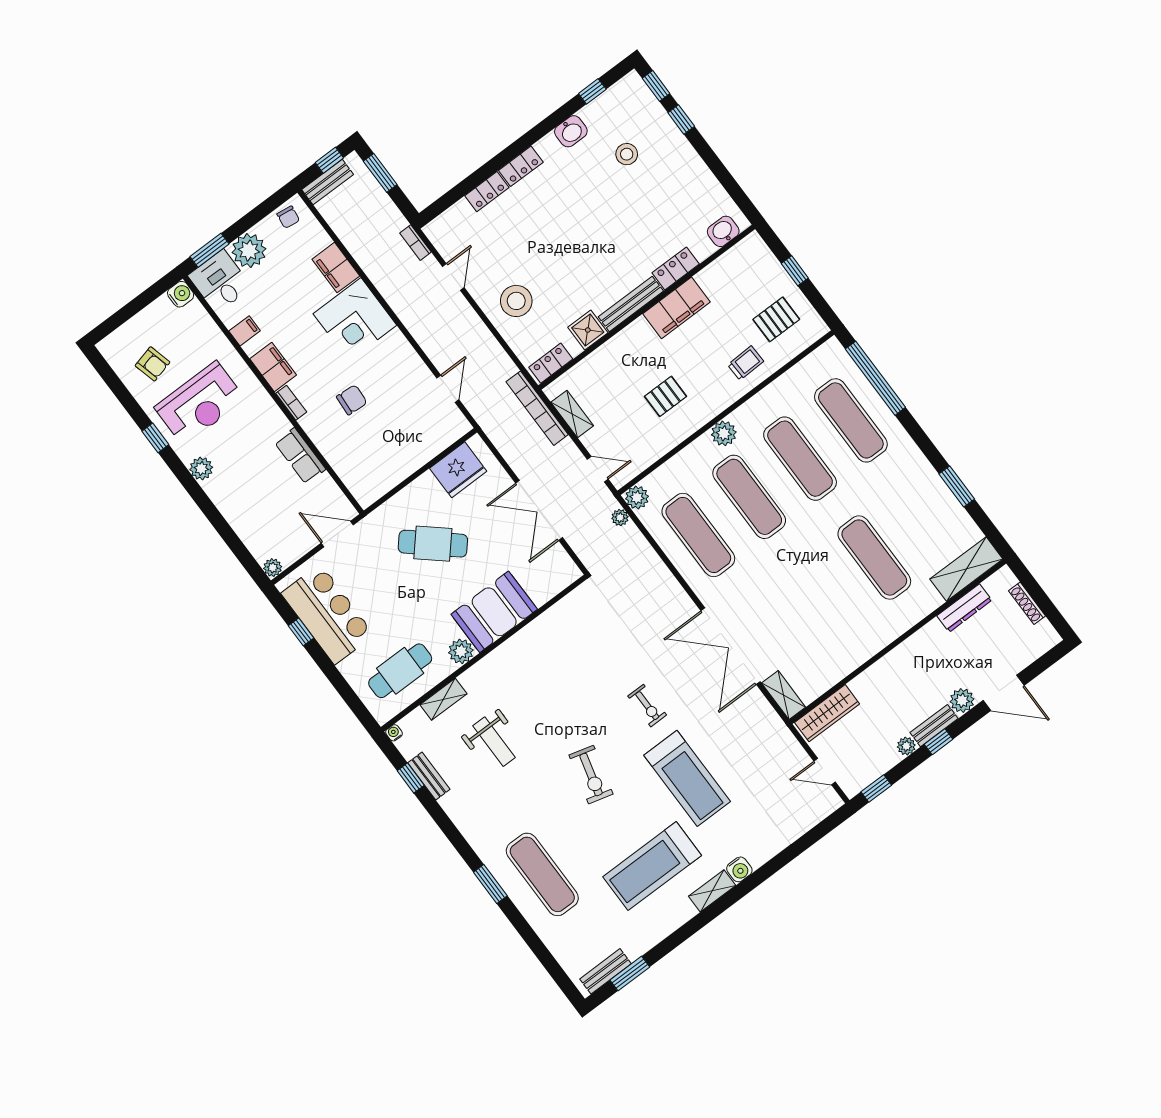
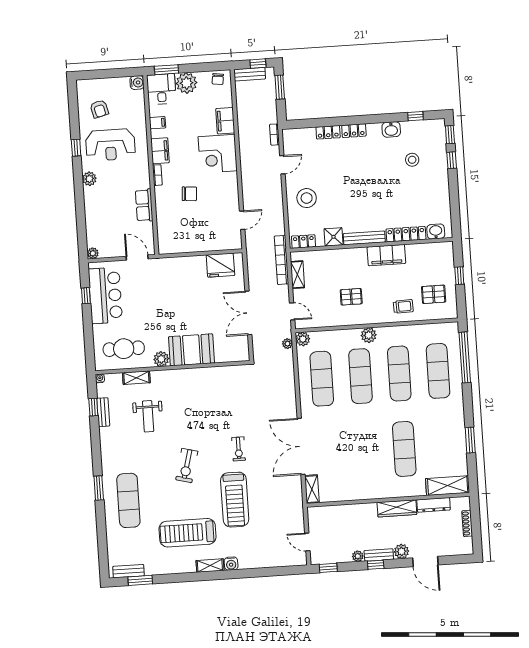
locker: (676, 268) -> (406, 234), width x1.53
cafe table: (433, 544) -> (183, 295), removed
wardrobe: (827, 713) -> (397, 508), moved

